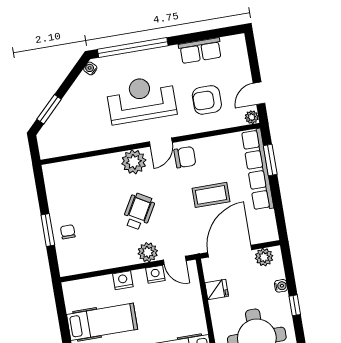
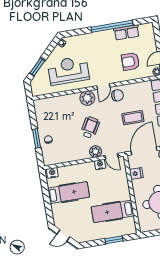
window: (133, 47) -> (112, 26), moved
reception desk: (141, 99) -> (68, 71), moved
nightstand: (123, 280) -> (52, 173), moved

